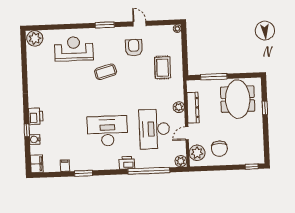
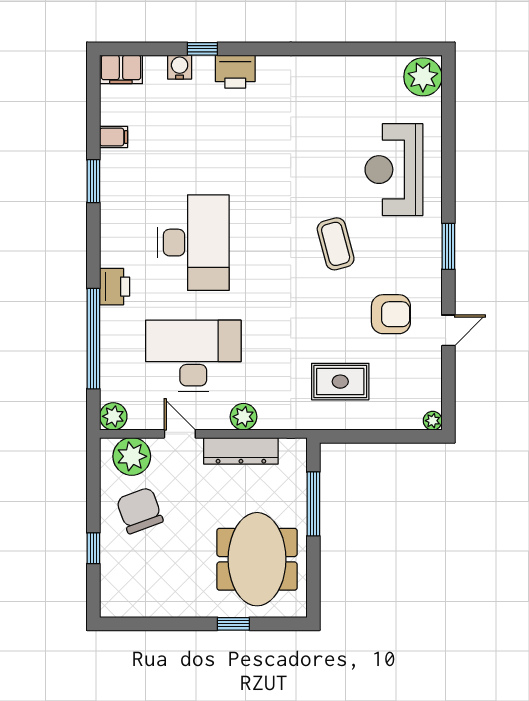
reception desk: (74, 49) -> (394, 170), turned 180
meeting table: (238, 99) -> (257, 559), turned 90
chair: (219, 149) -> (140, 510), turned 70
window: (252, 167) -> (93, 548), moved

